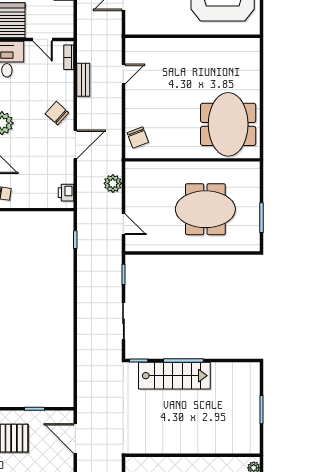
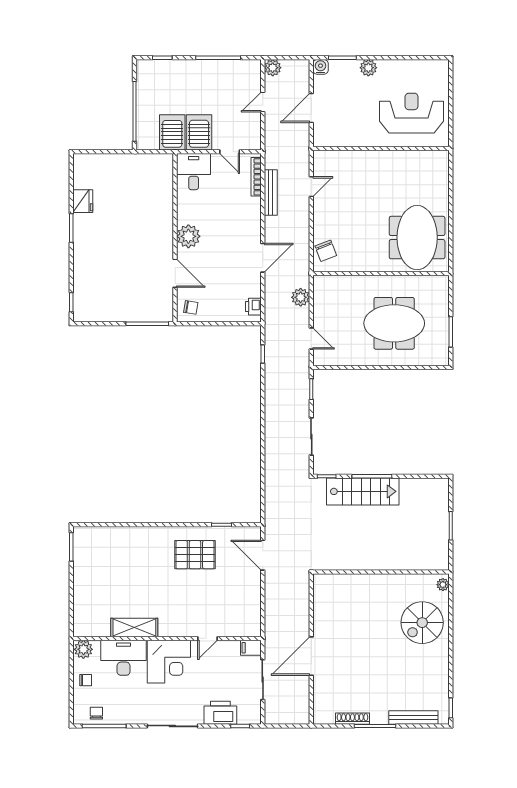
bookcase: (69, 57) -> (256, 177), width x1.56
bench: (83, 80) -> (271, 193), width x1.36
chair: (57, 113) -> (244, 226), removed

